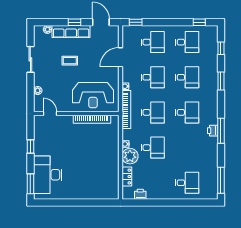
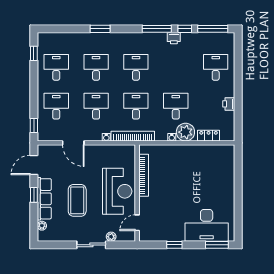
window: (221, 48) -> (185, 29), moved
sliding door: (30, 59) -> (91, 245), moved
coffee table: (70, 61) -> (77, 200), width x1.86, depth x1.72
reception desk: (93, 95) -> (117, 191), moved
printer: (213, 131) -> (174, 38), moved
printer: (140, 194) -> (229, 104), moved

